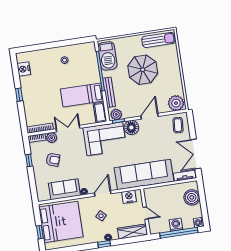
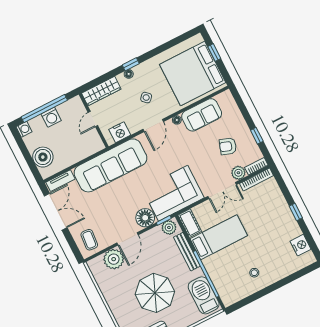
plant: (176, 103) -> (114, 259), moved
door: (146, 213) -> (93, 119), hinge flipped

